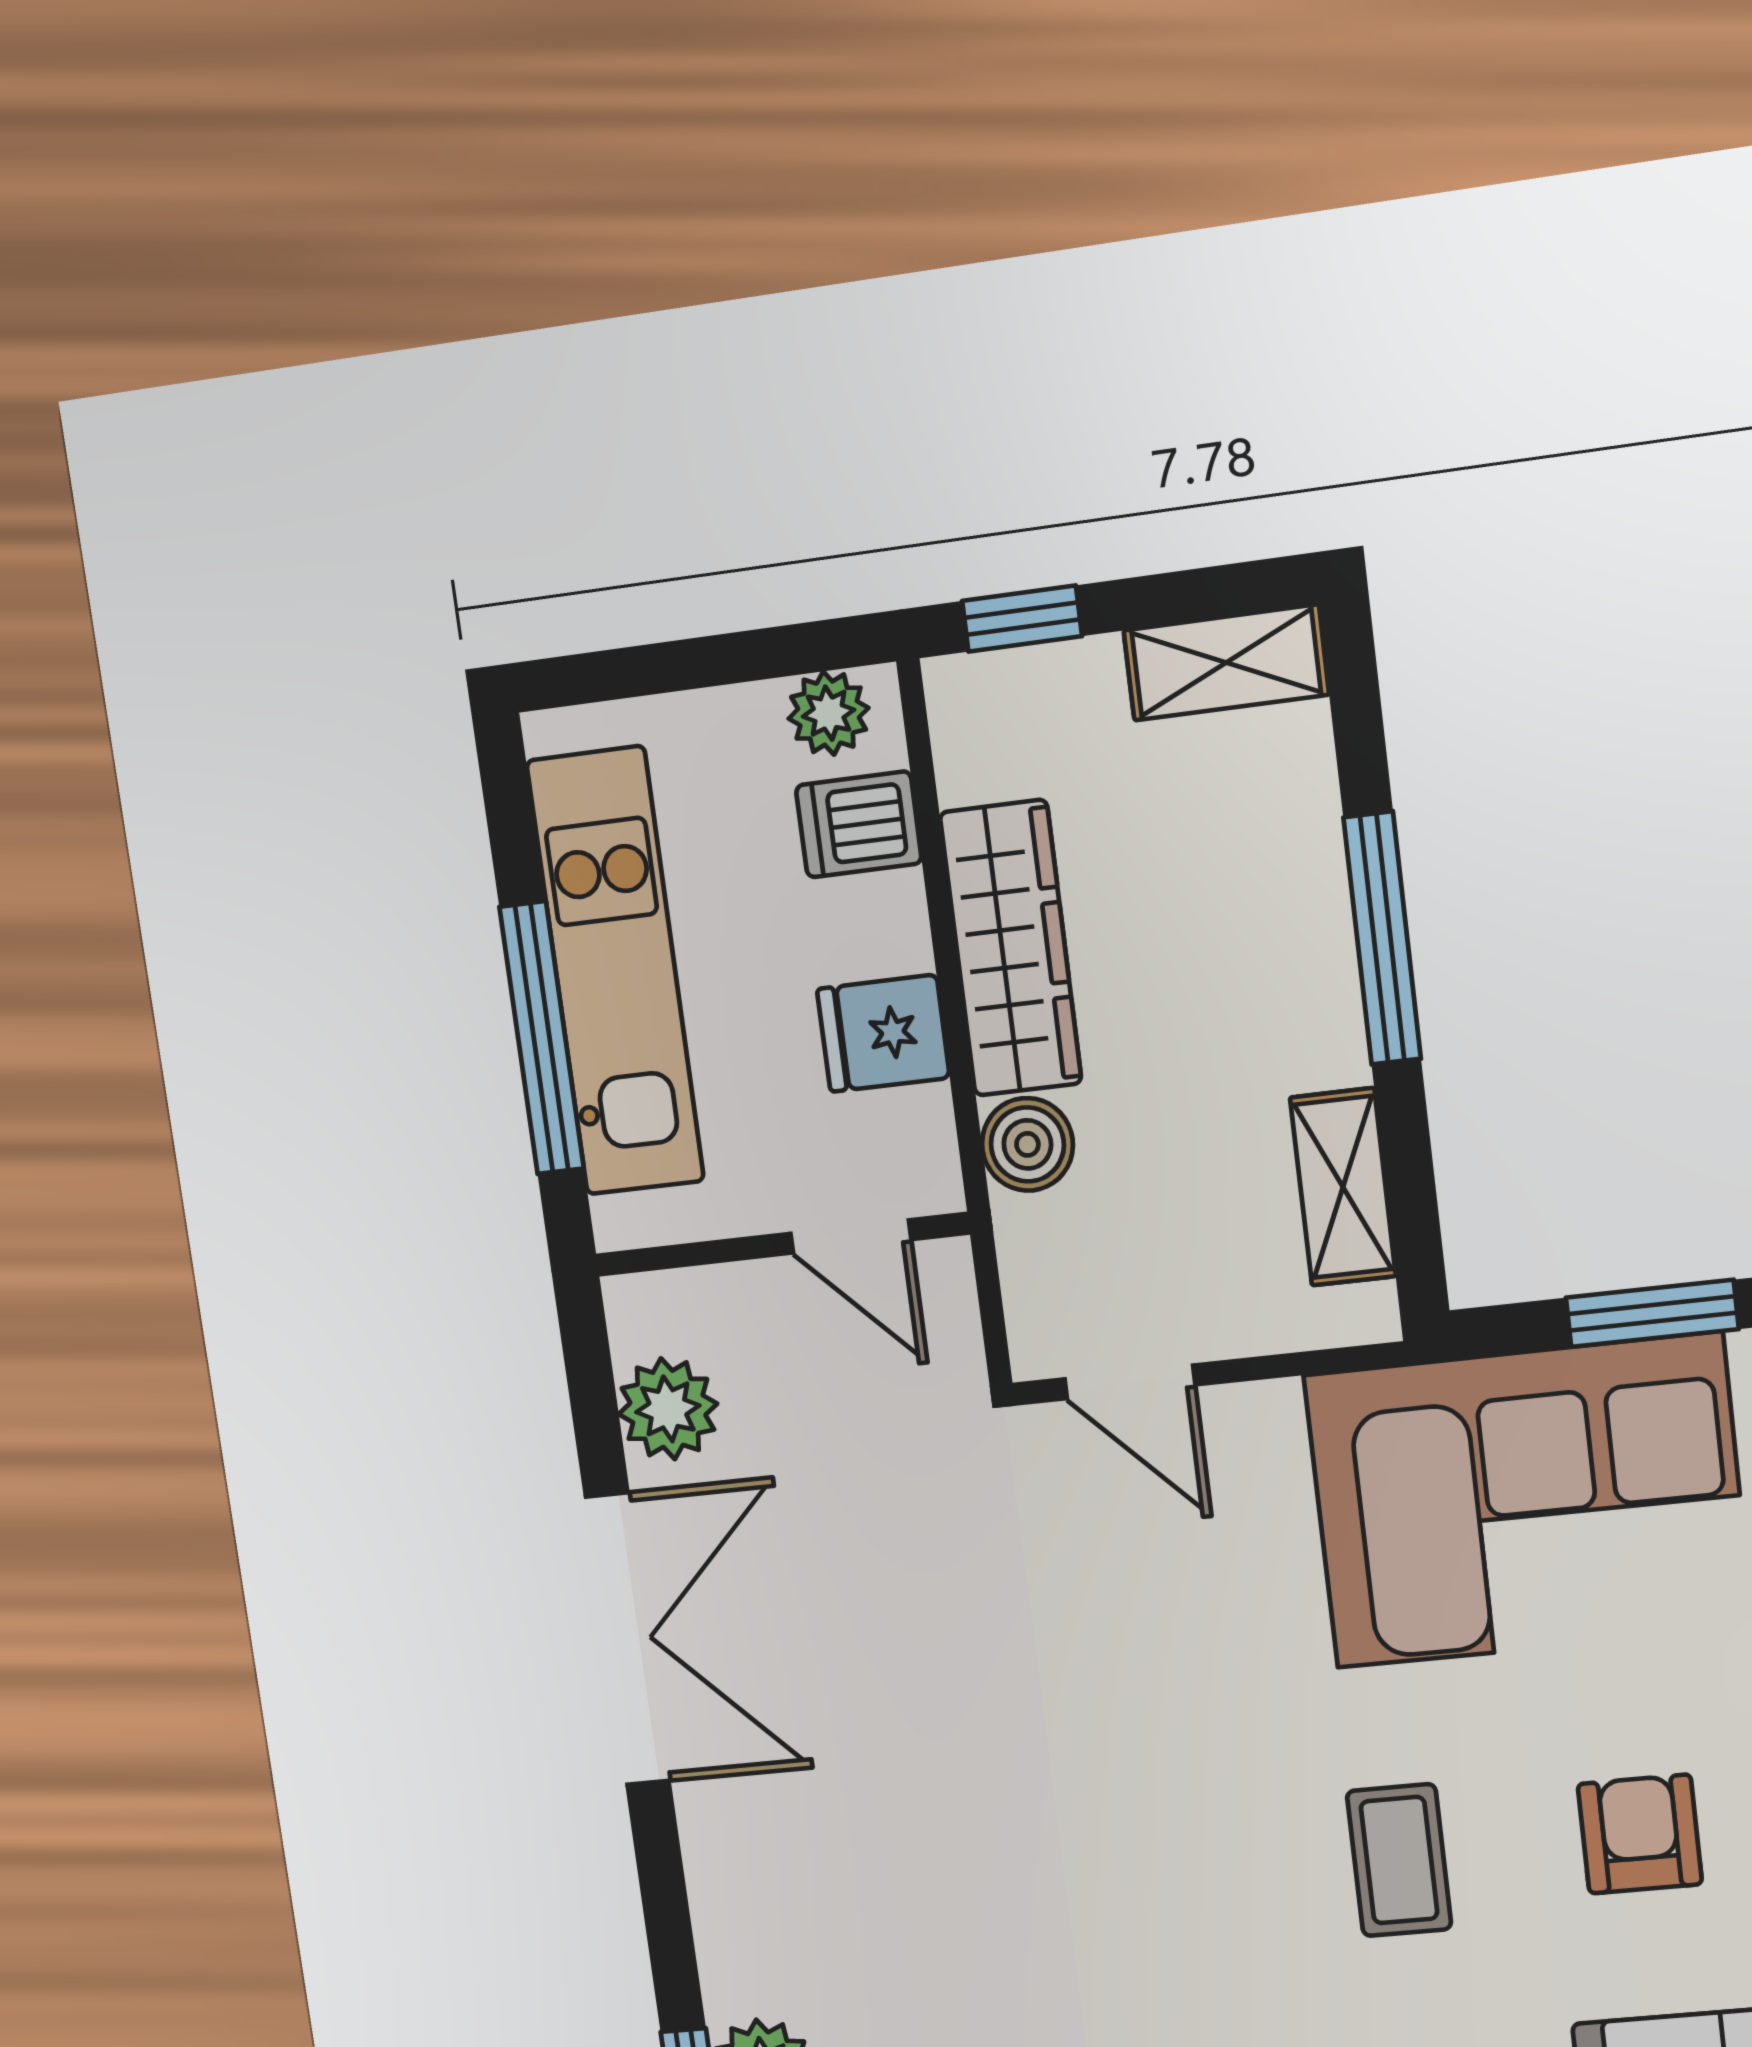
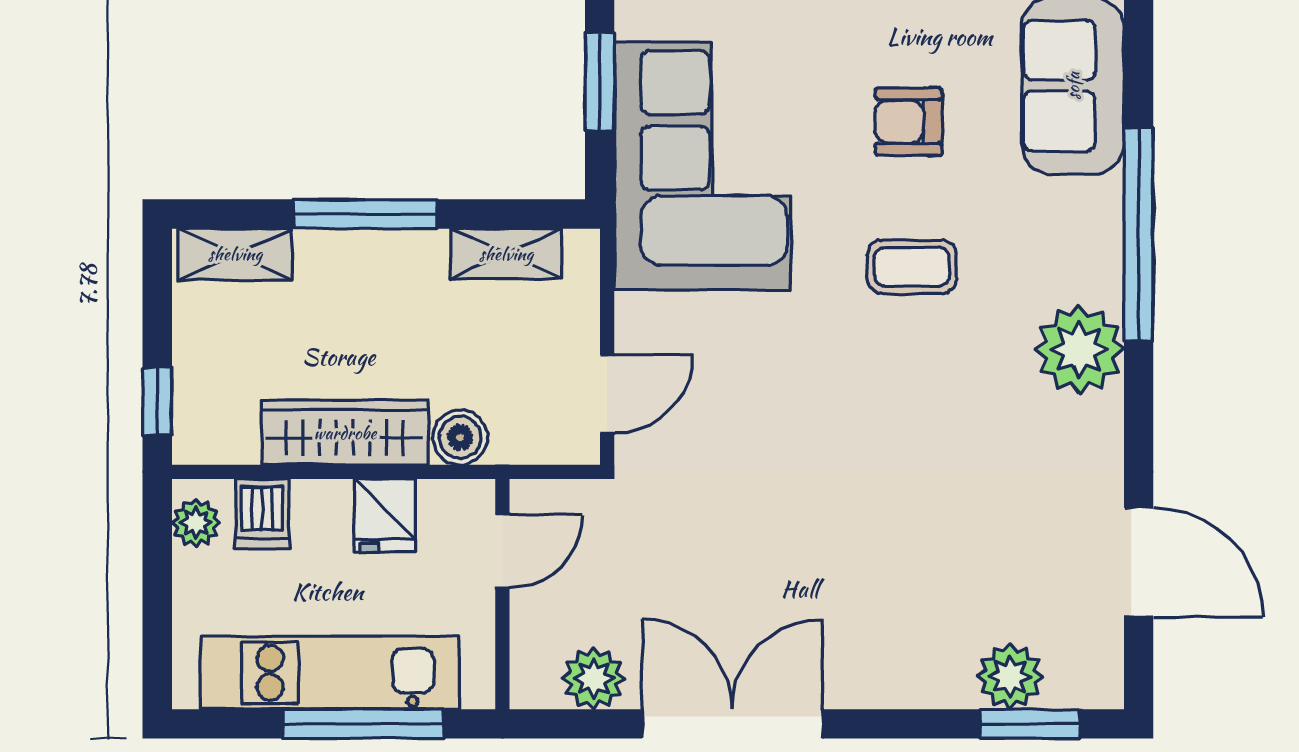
shelving: (1226, 663) -> (235, 254), moved, turned 90

